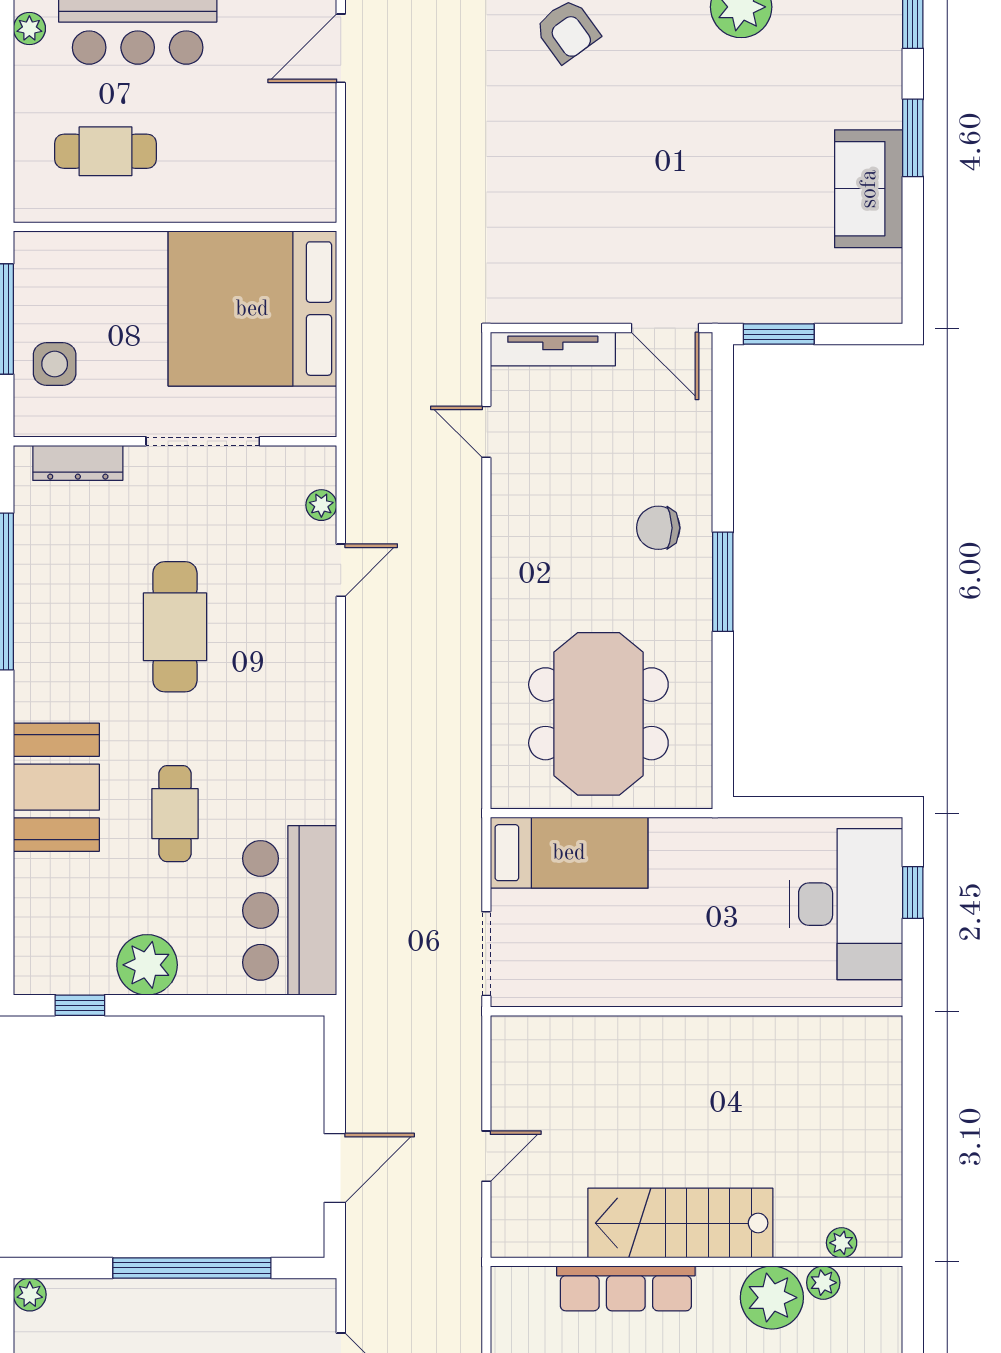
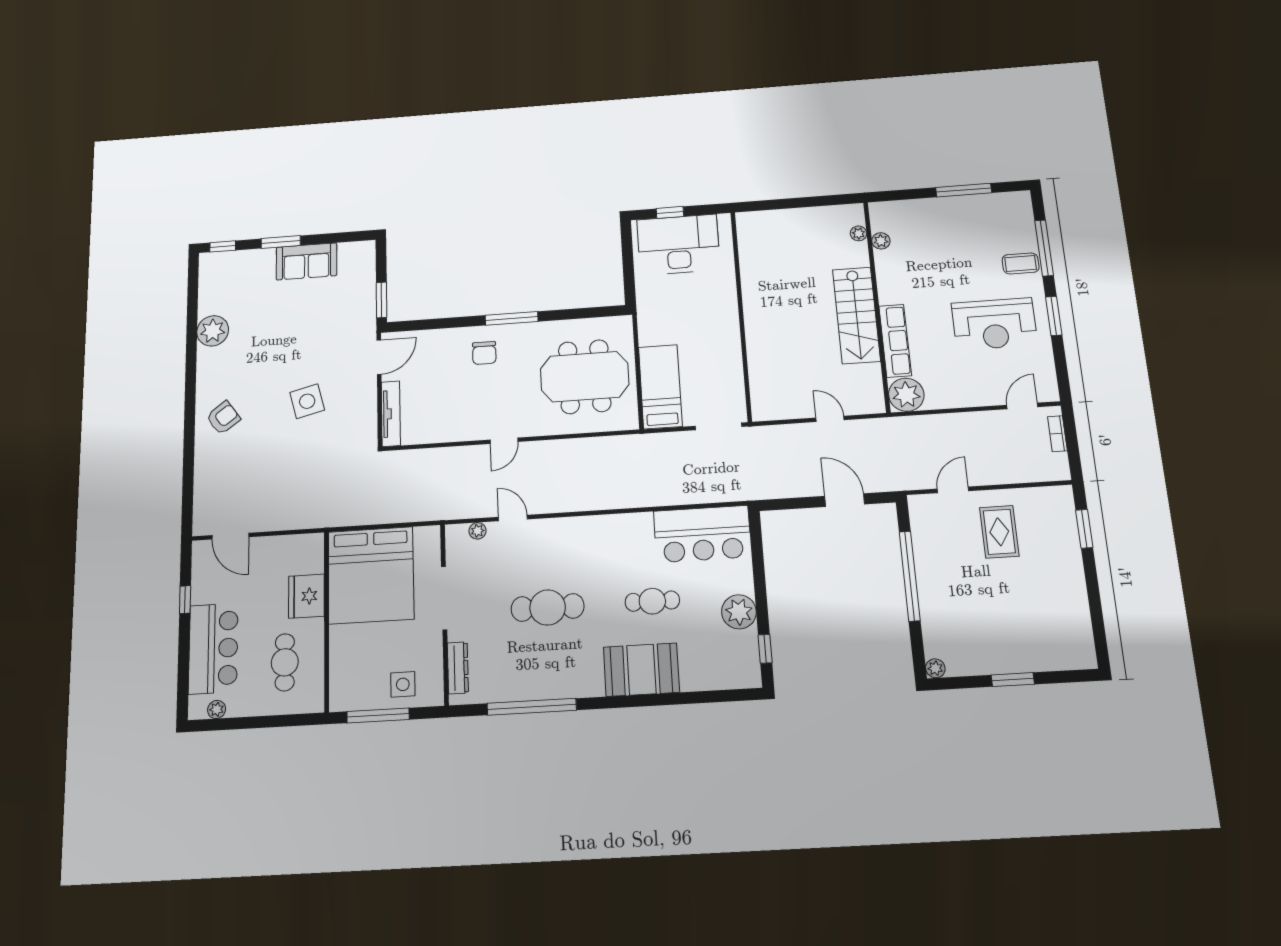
fridge: (222, 190) -> (307, 596), added
side table: (588, 191) -> (307, 401), added
door: (486, 432) -> (504, 441), moved
plant: (772, 1298) -> (906, 395), moved

